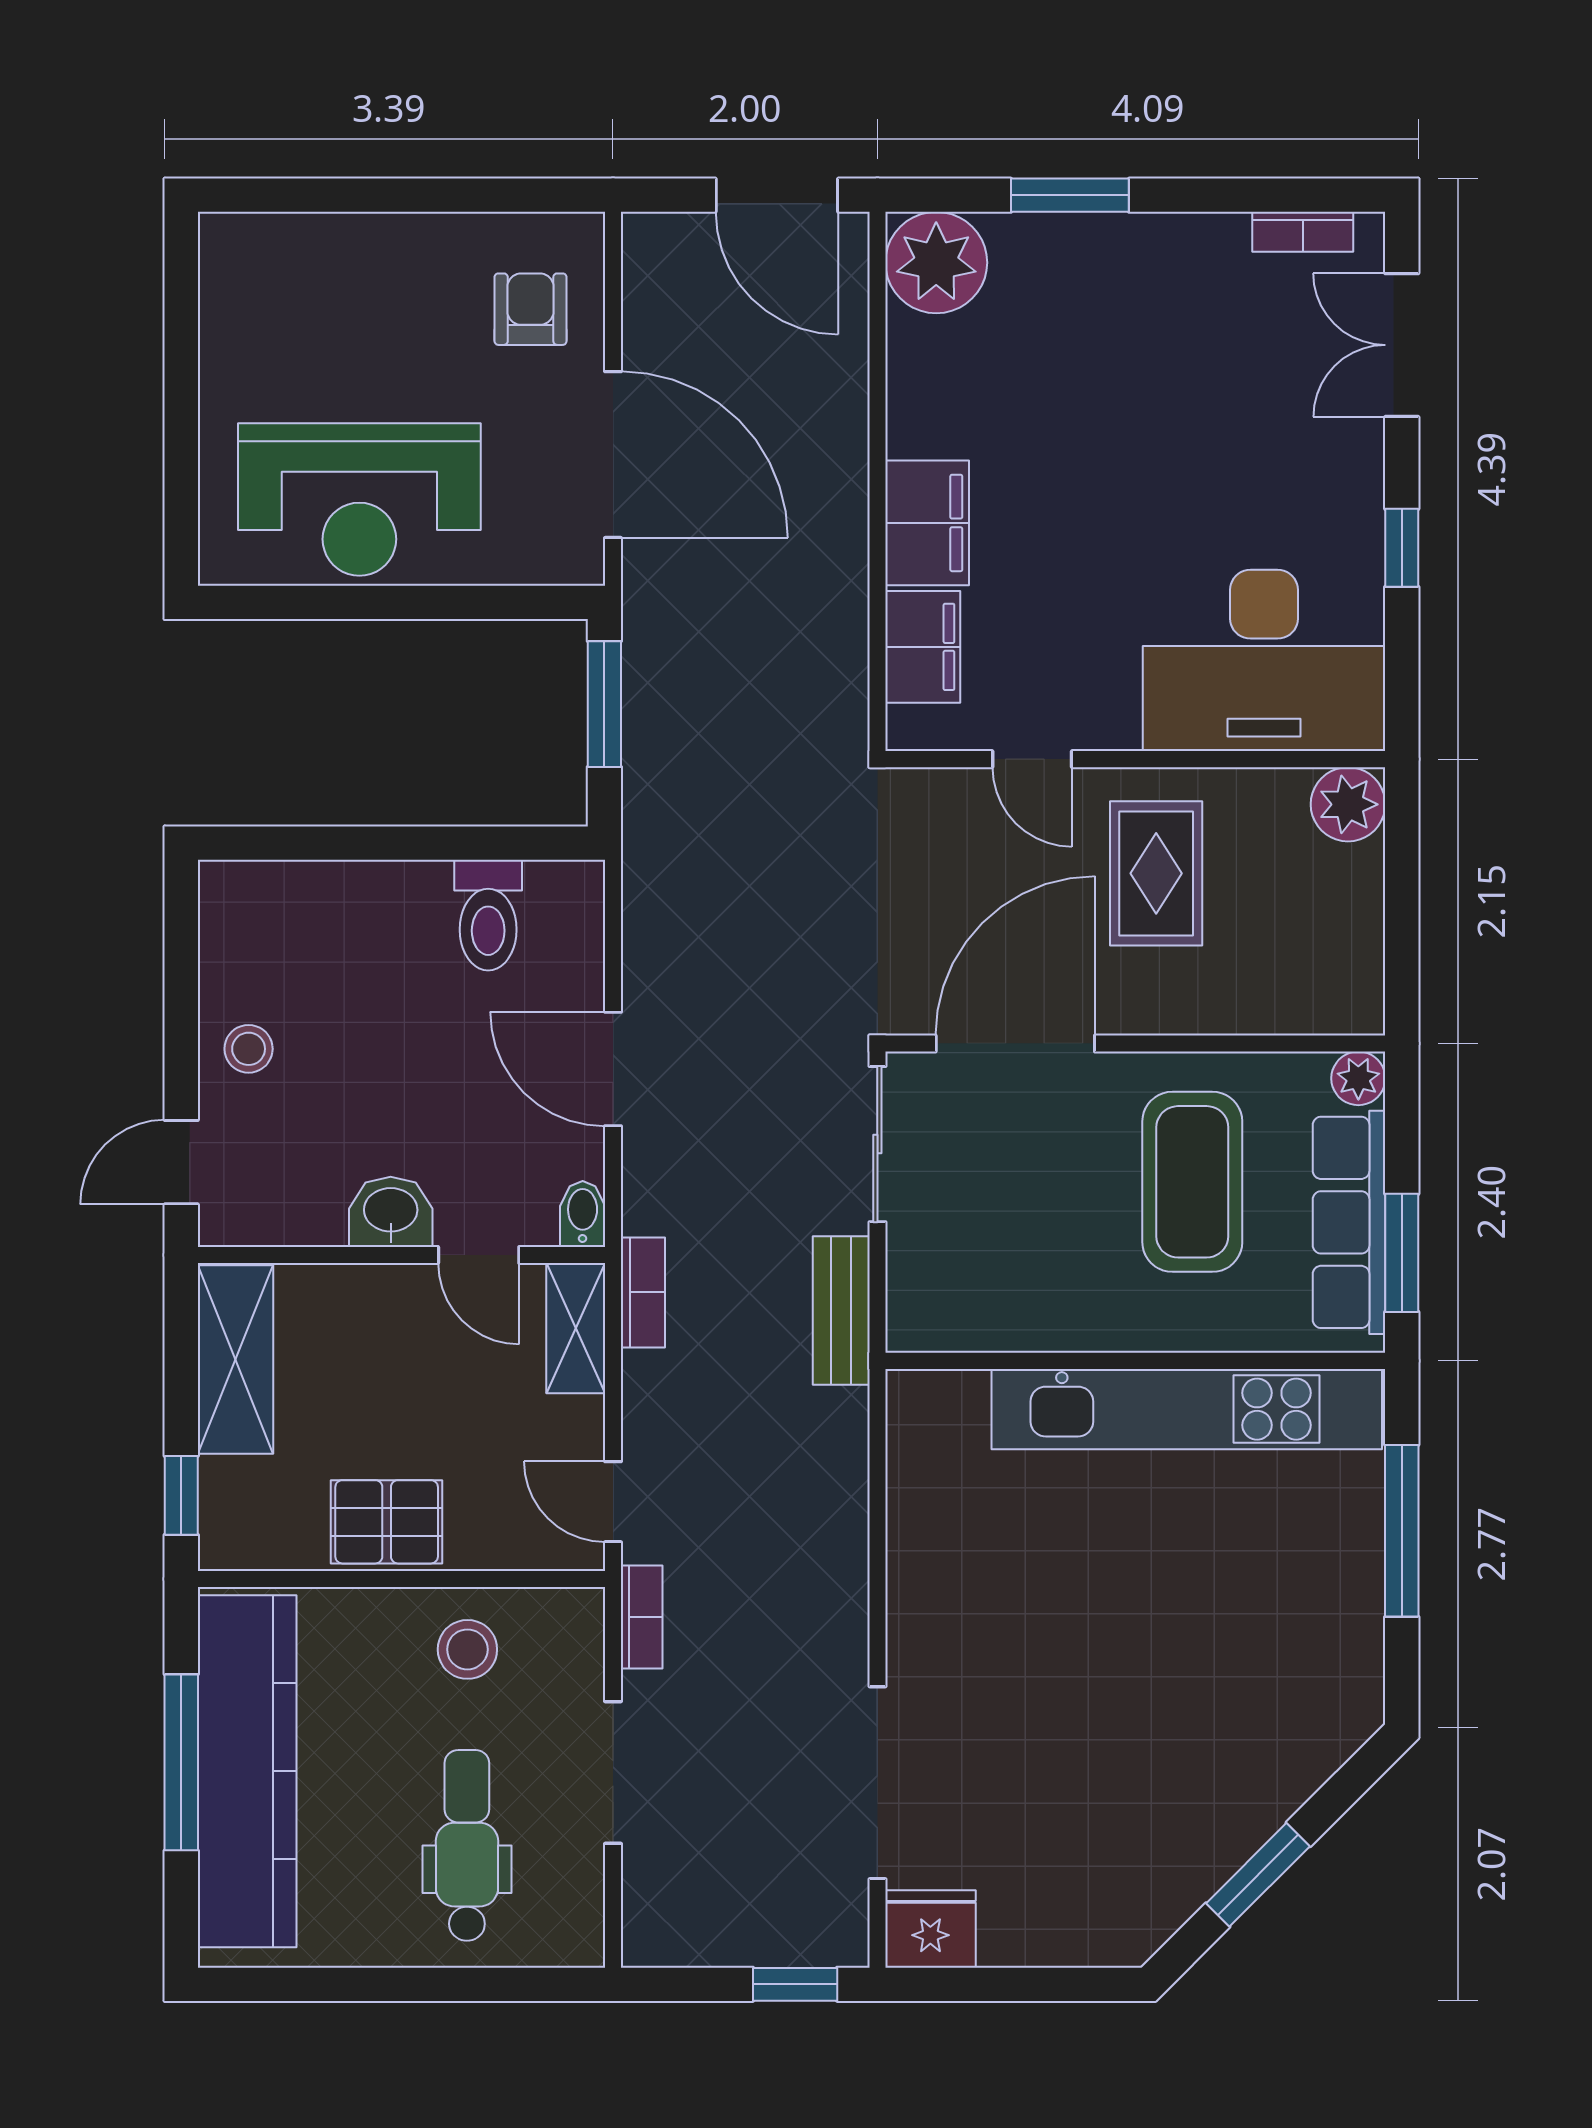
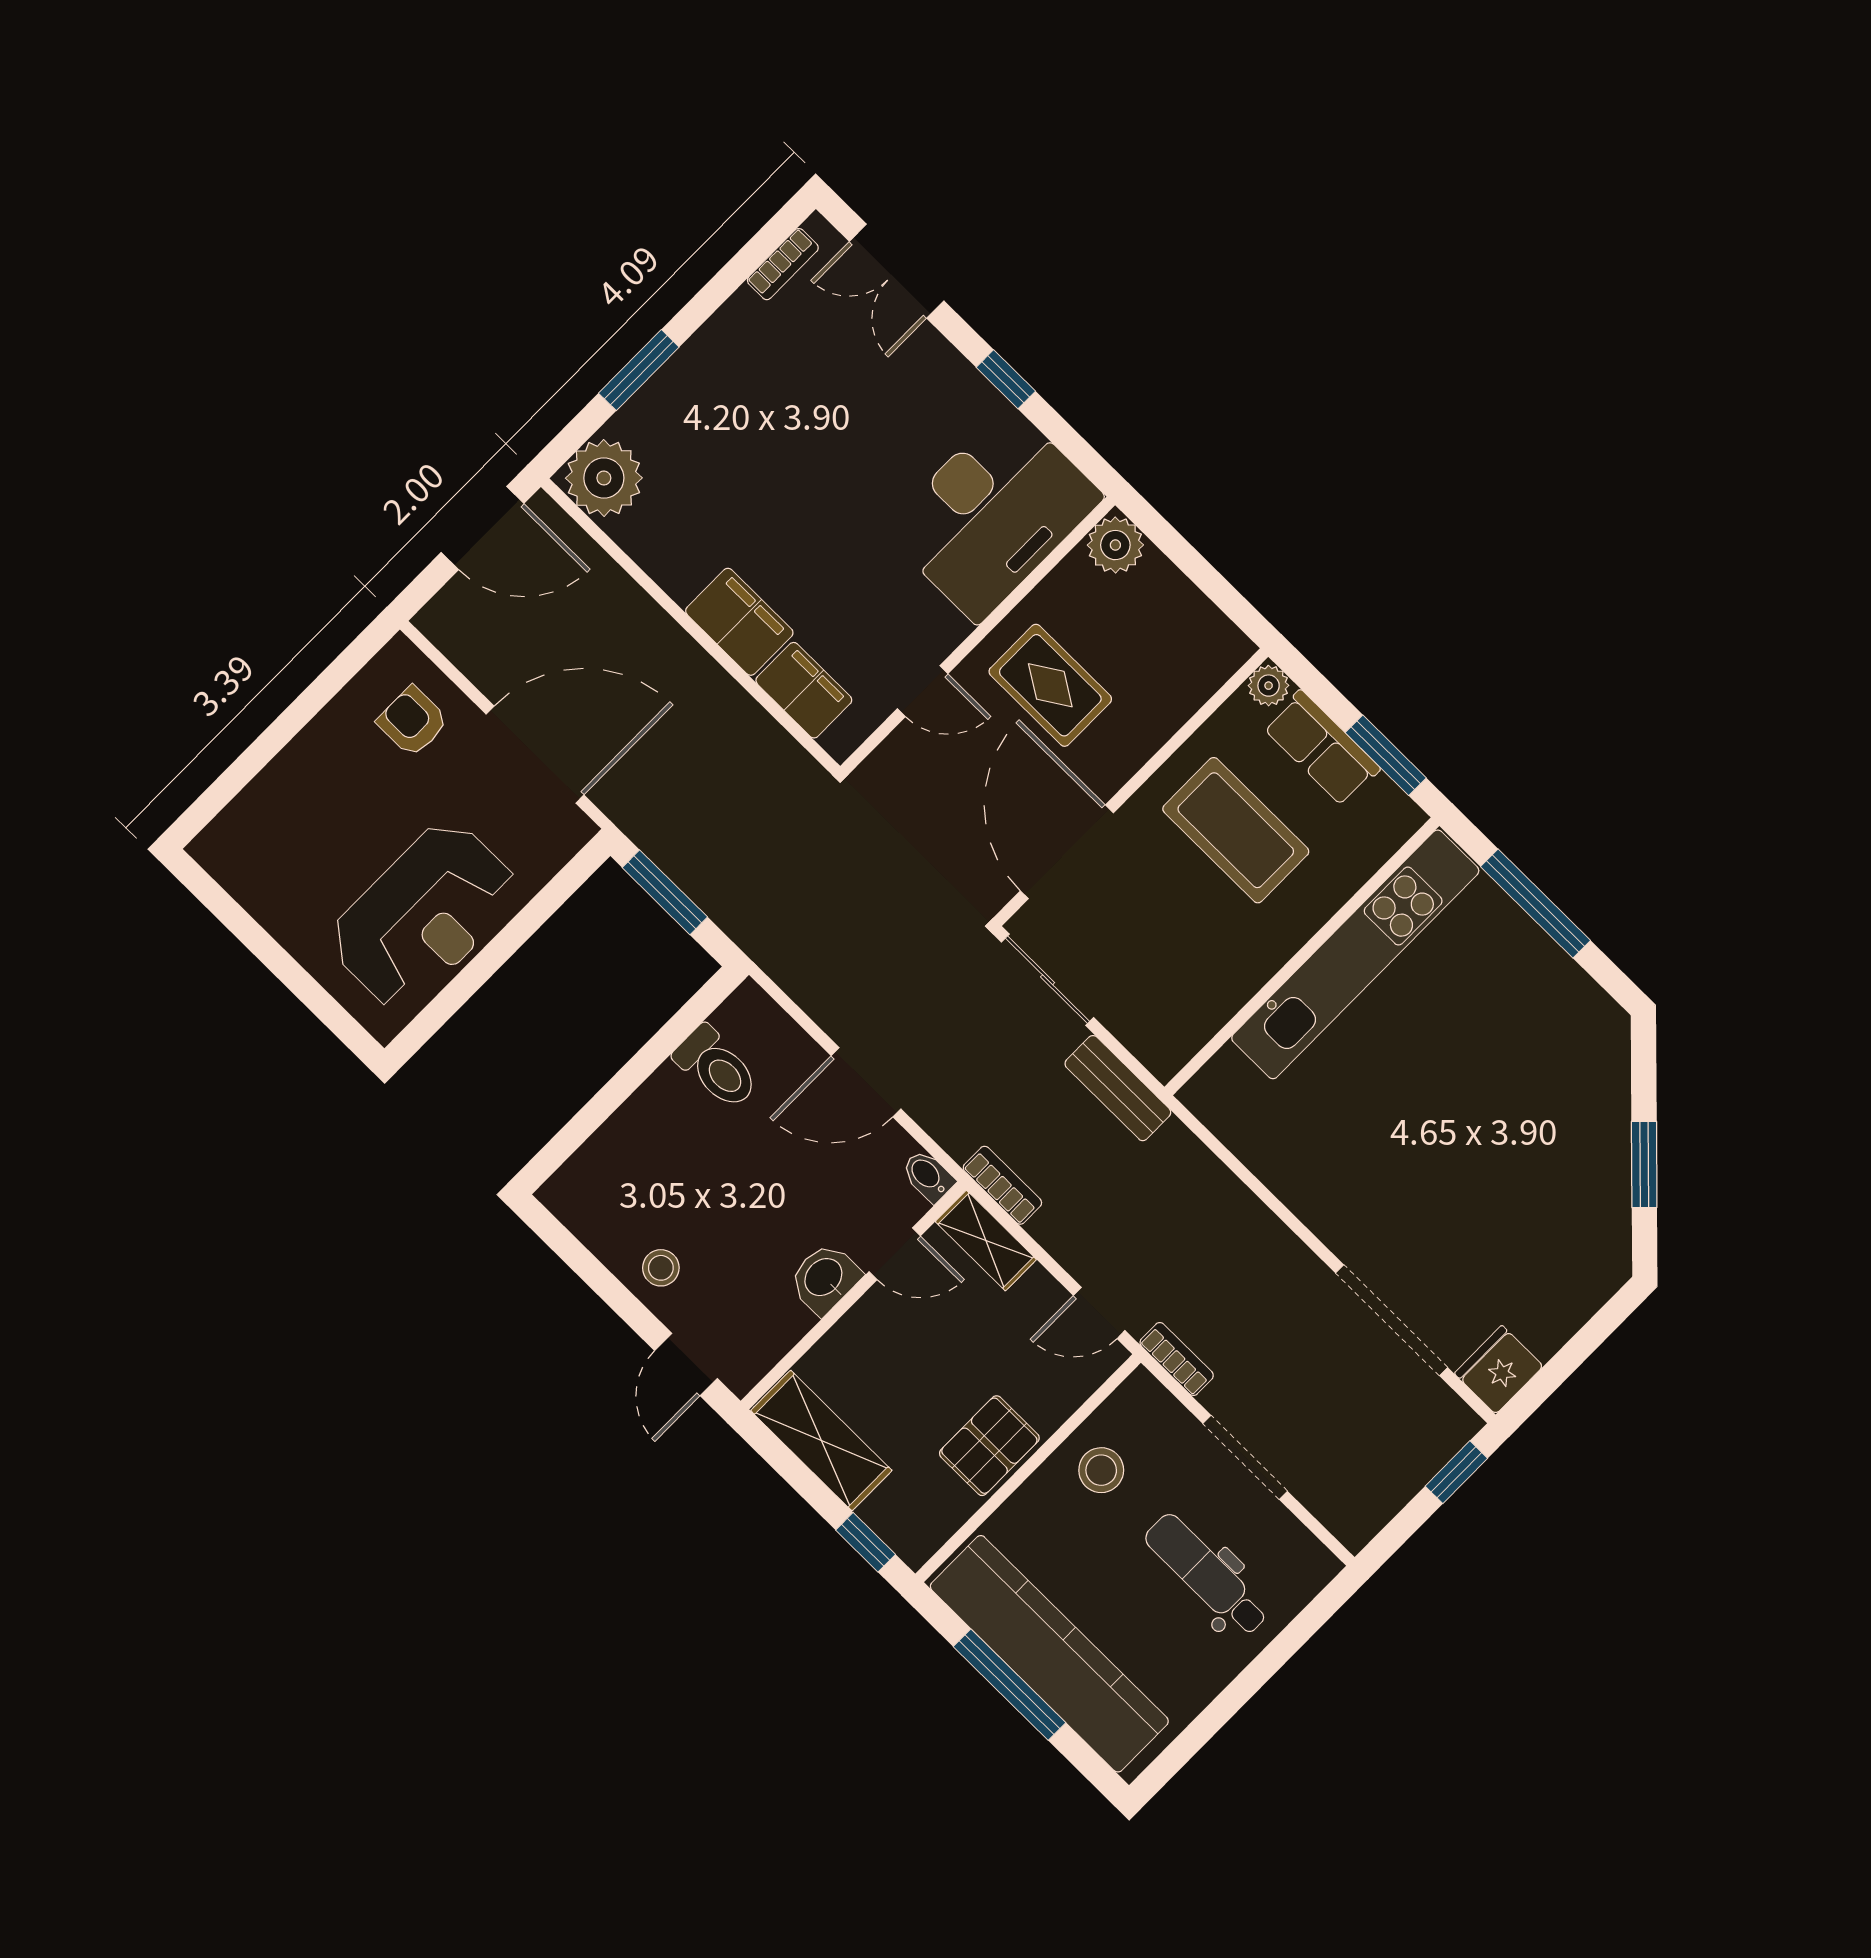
row of seats: (1349, 1222) -> (1322, 748), width x0.68

